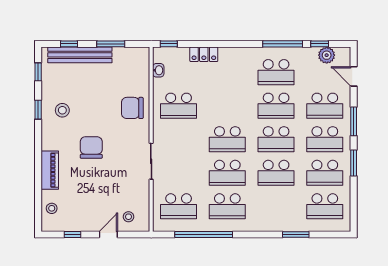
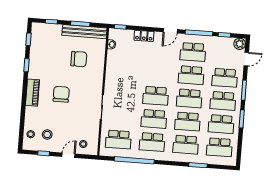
door: (241, 44) -> (170, 31), added
bench: (80, 55) -> (84, 32), moved
plant: (327, 55) -> (240, 44), moved
door: (354, 76) -> (246, 59), swing flipped
school desk: (179, 106) -> (186, 145), moved
chair: (132, 108) -> (79, 59), moved, turned 180
stool: (62, 110) -> (47, 134), moved
piano: (50, 170) -> (32, 93), moved

